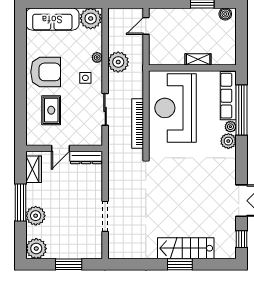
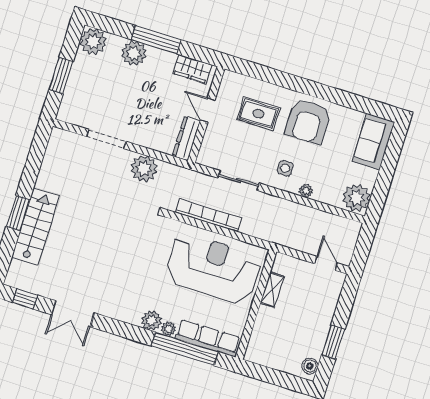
sofa: (52, 19) -> (373, 142), width x0.73
shelving: (198, 59) -> (272, 290), moved
plant: (118, 62) -> (144, 169), moved

